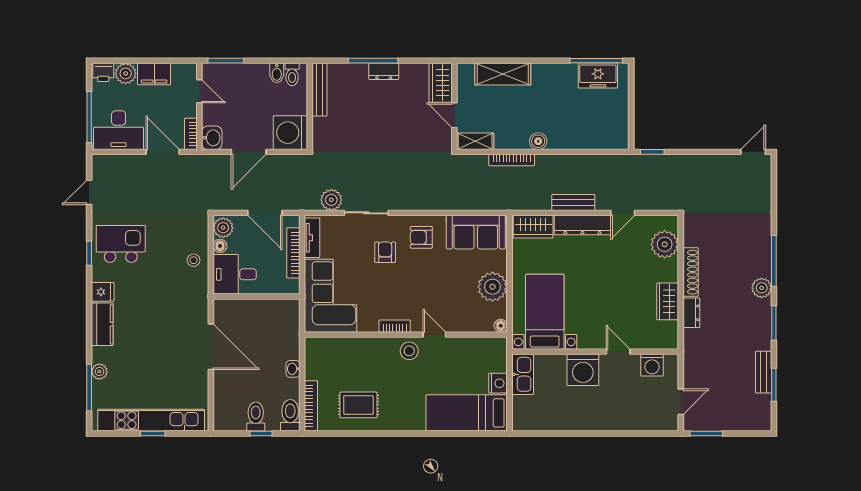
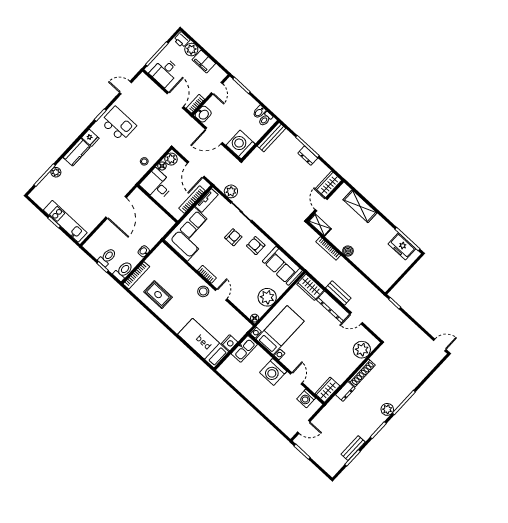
desk: (119, 130) -> (165, 72), width x0.73
wardrobe: (668, 301) -> (327, 390), moved
kitchen unit: (151, 420) -> (65, 221), width x0.73

